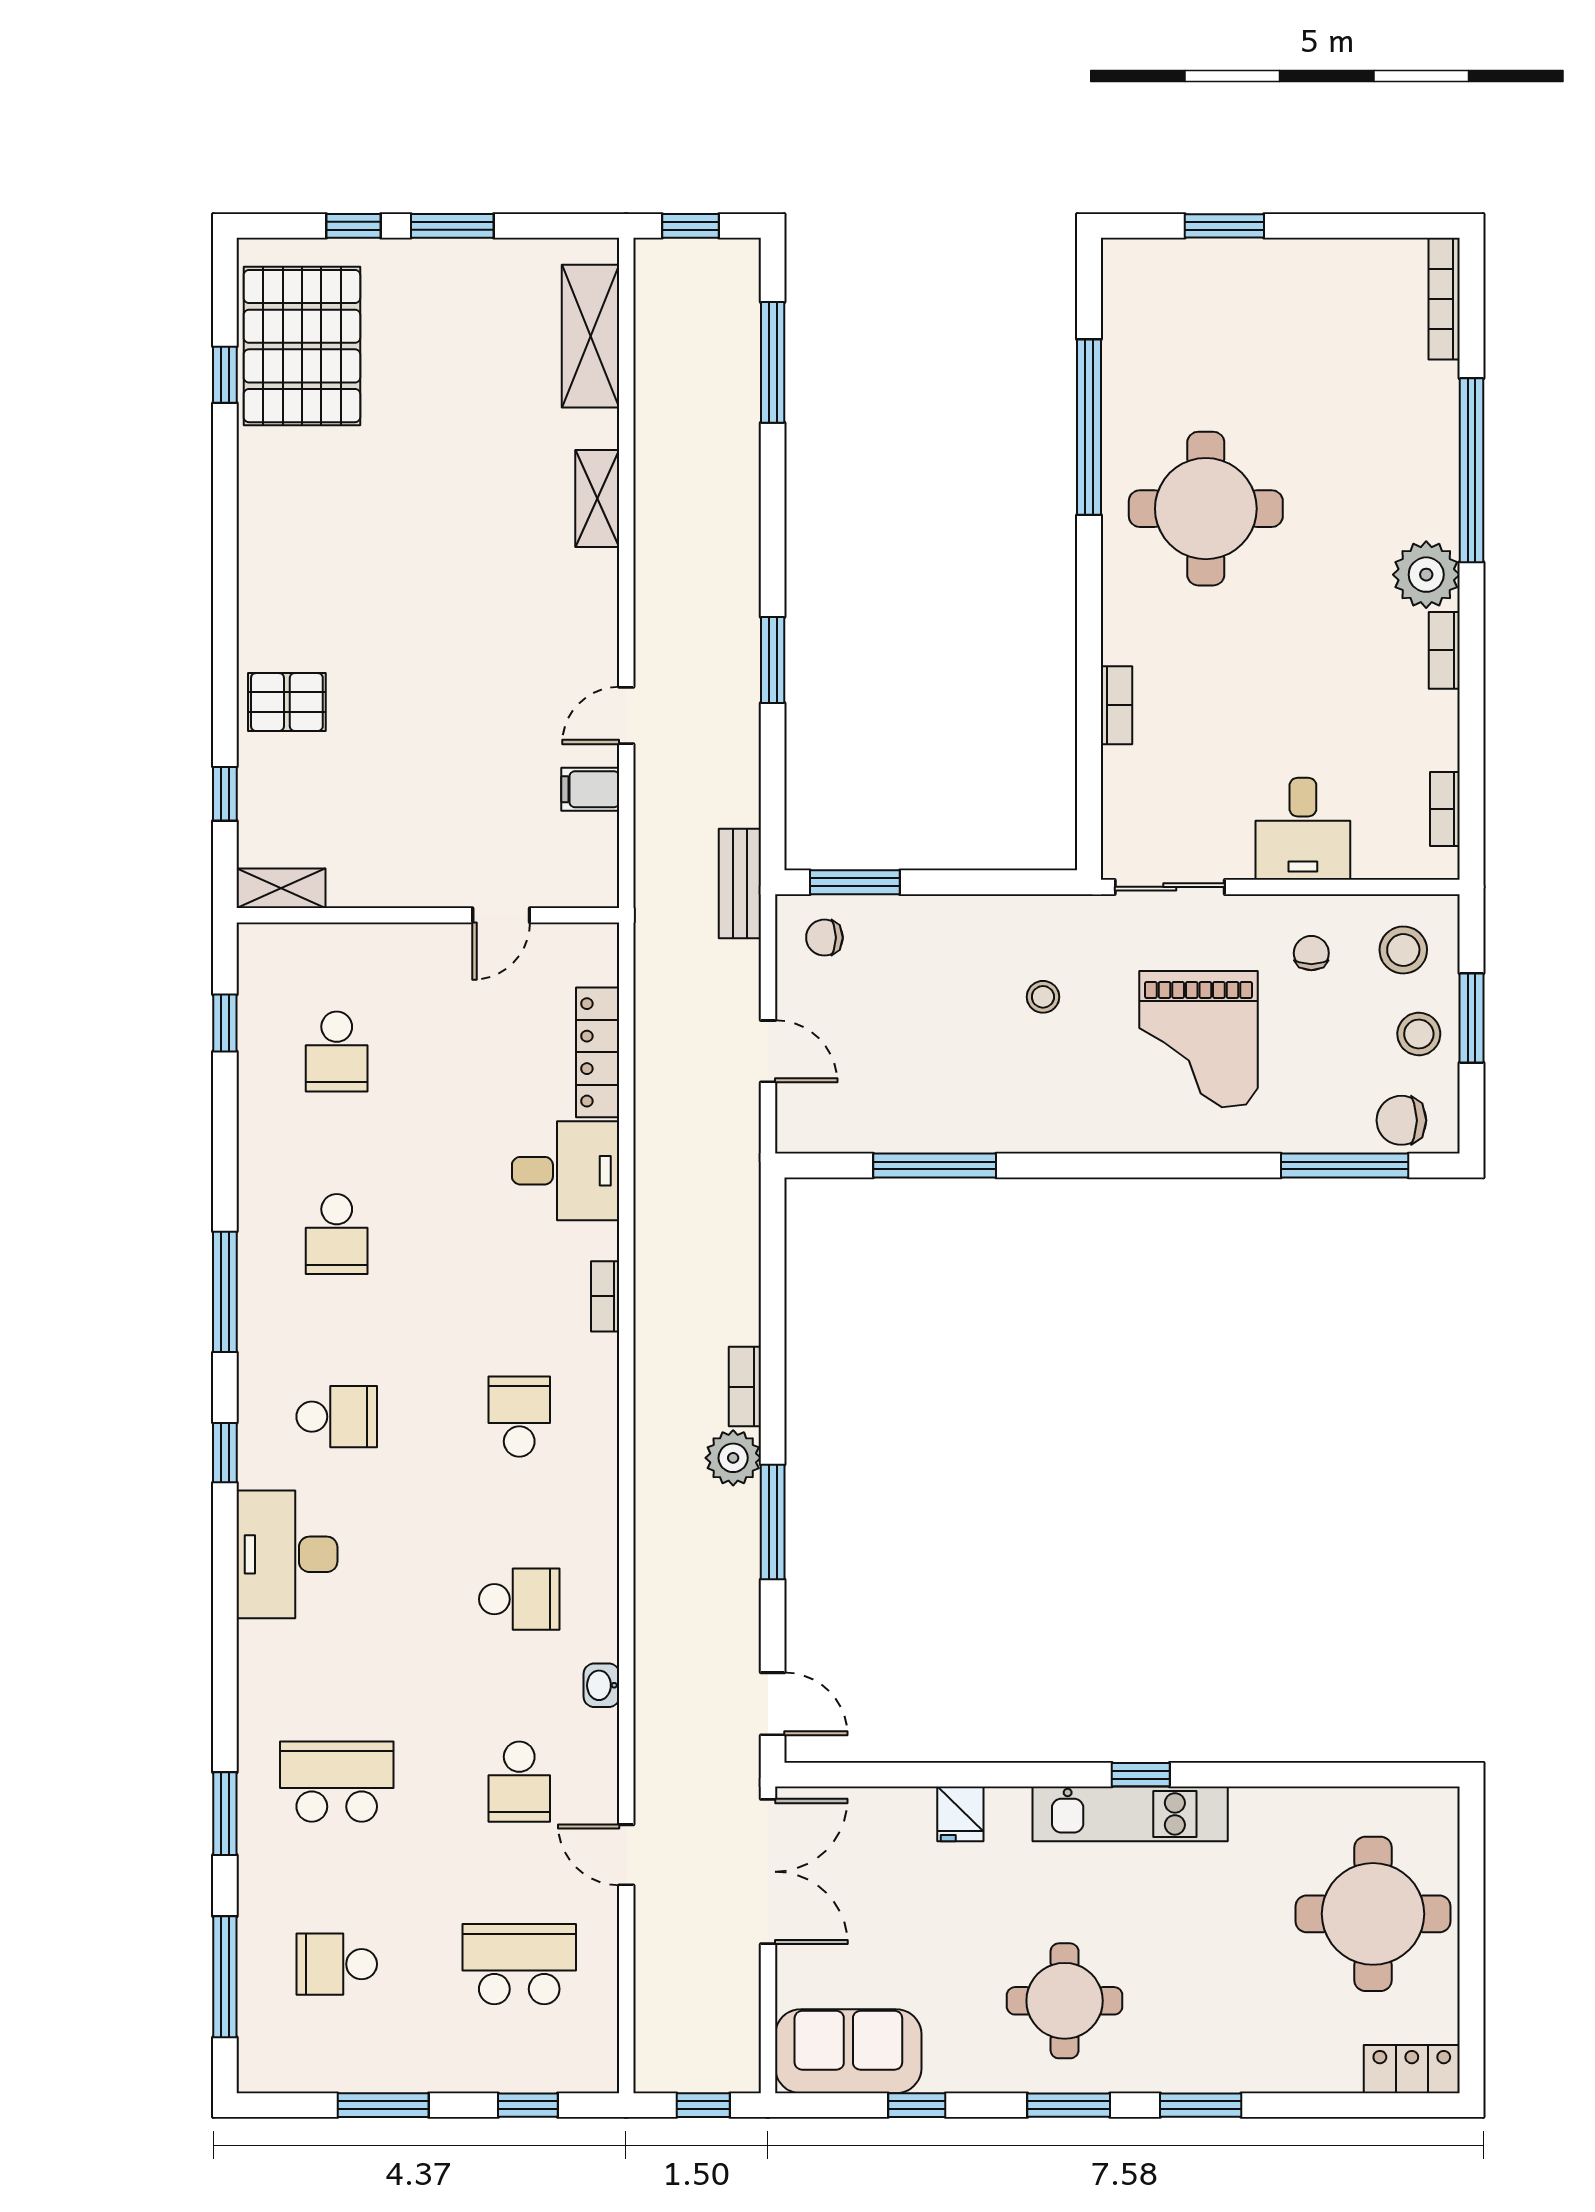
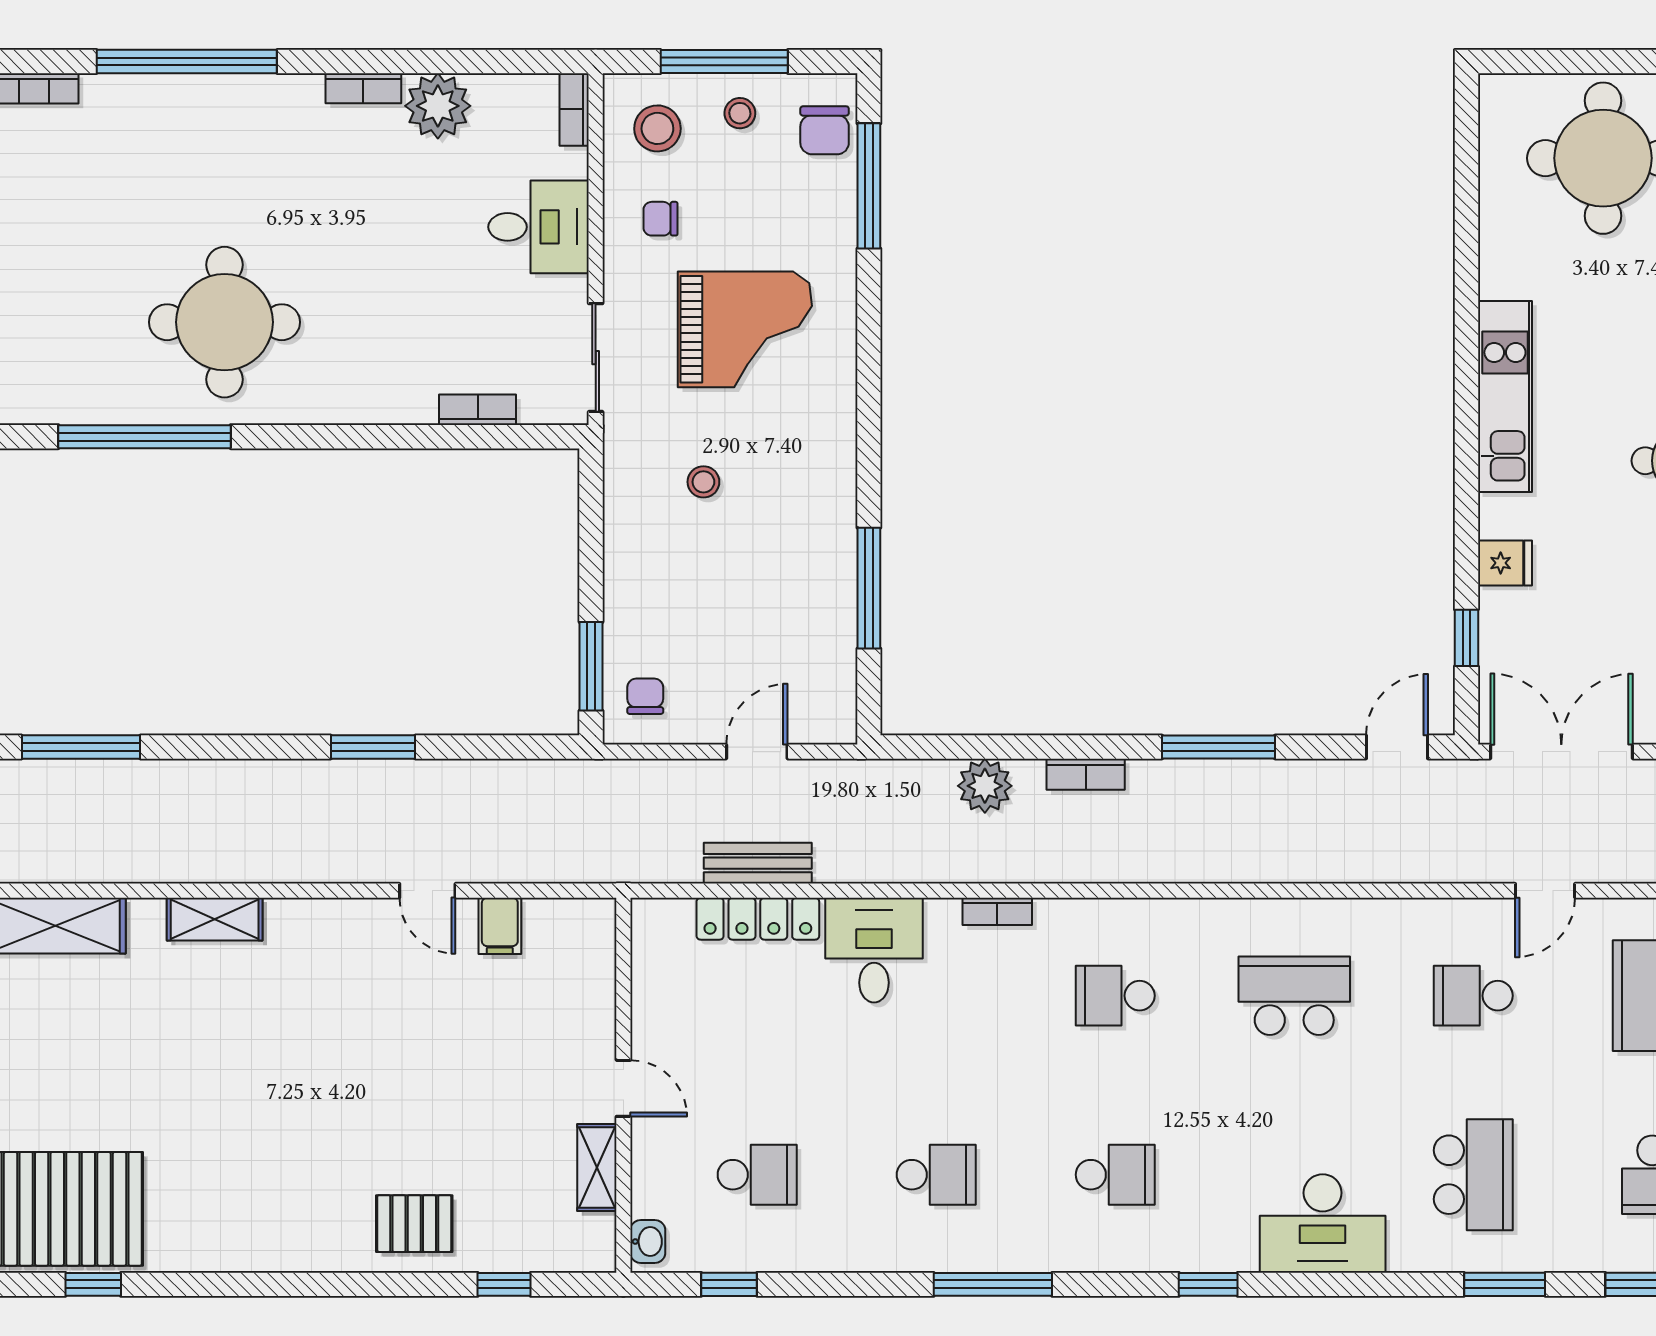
plant: (1426, 575) -> (438, 106), moved
pallet: (287, 702) -> (414, 1224), turned 90
bookcase: (1116, 705) -> (478, 410), moved
bookcase: (1445, 809) -> (574, 109), moved, turned 90
bench: (740, 883) -> (758, 863), moved
shelving: (281, 888) -> (597, 1167), moved
door: (501, 915) -> (623, 1088), moved
chair: (824, 938) -> (645, 696), turned 180
window: (1472, 1018) -> (724, 62), width x1.44
stool: (1419, 1034) -> (740, 113), width x0.73, depth x0.73
school desk: (337, 1417) -> (1115, 1175), turned 90
window: (225, 1453) -> (1208, 1284), moved
plant: (733, 1458) -> (985, 786), moved
desk: (287, 1554) -> (1323, 1223), moved
school desk: (519, 1599) -> (1294, 996), width x1.85
washbasin: (601, 1685) -> (648, 1241), moved, turned -90
window: (1141, 1775) -> (1466, 638), moved
school desk: (337, 1782) -> (1473, 1175), turned 180
school desk: (519, 1782) -> (1473, 996), turned 180

